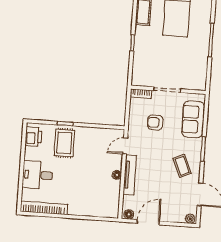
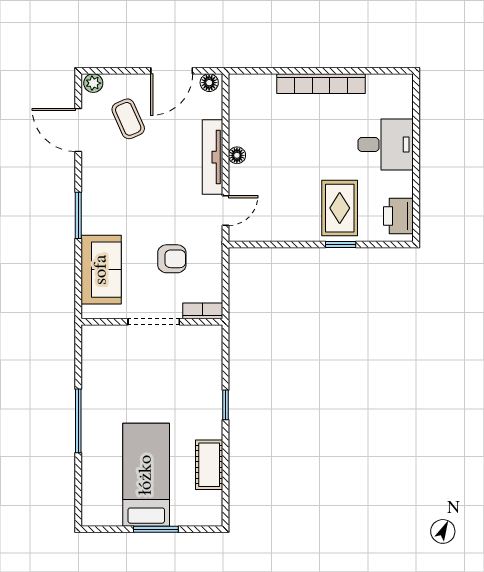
coffee table: (182, 166) -> (128, 119), moved
bookcase: (44, 208) -> (321, 84), moved

